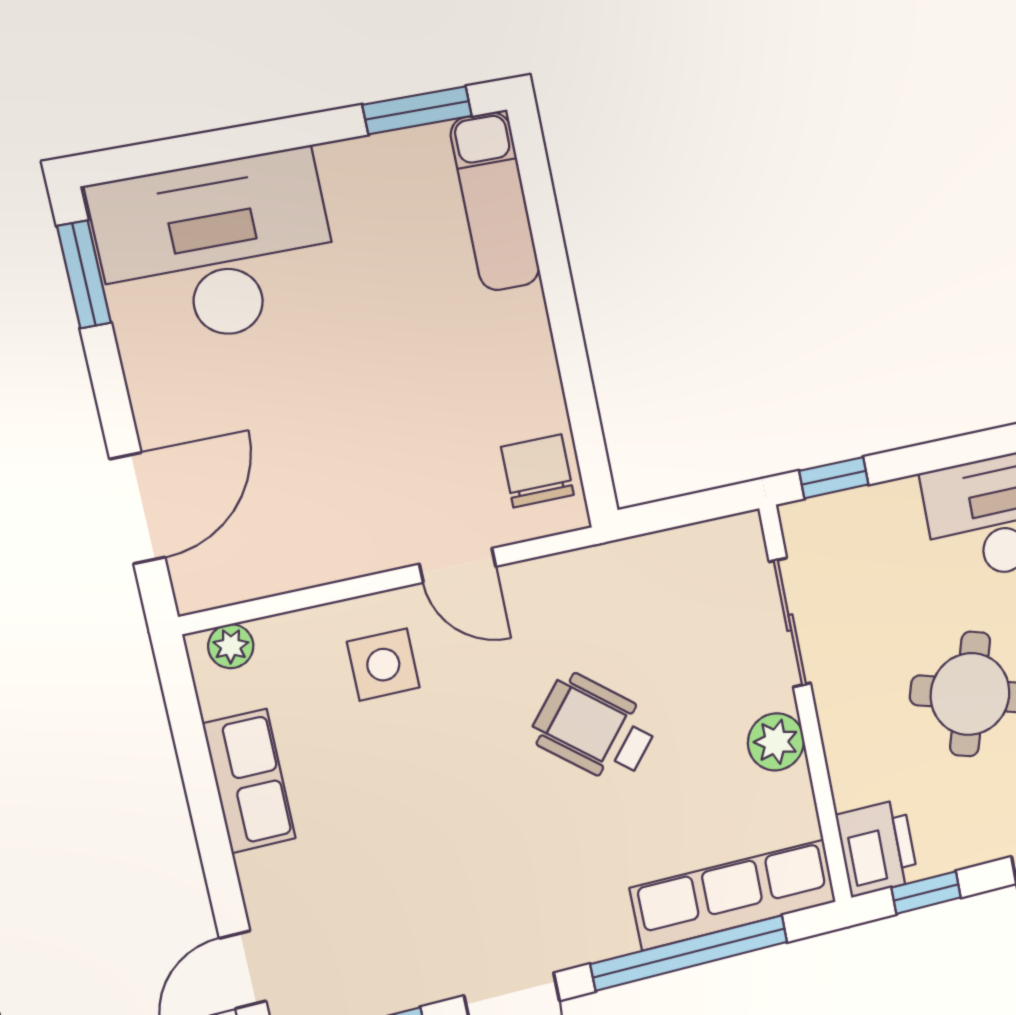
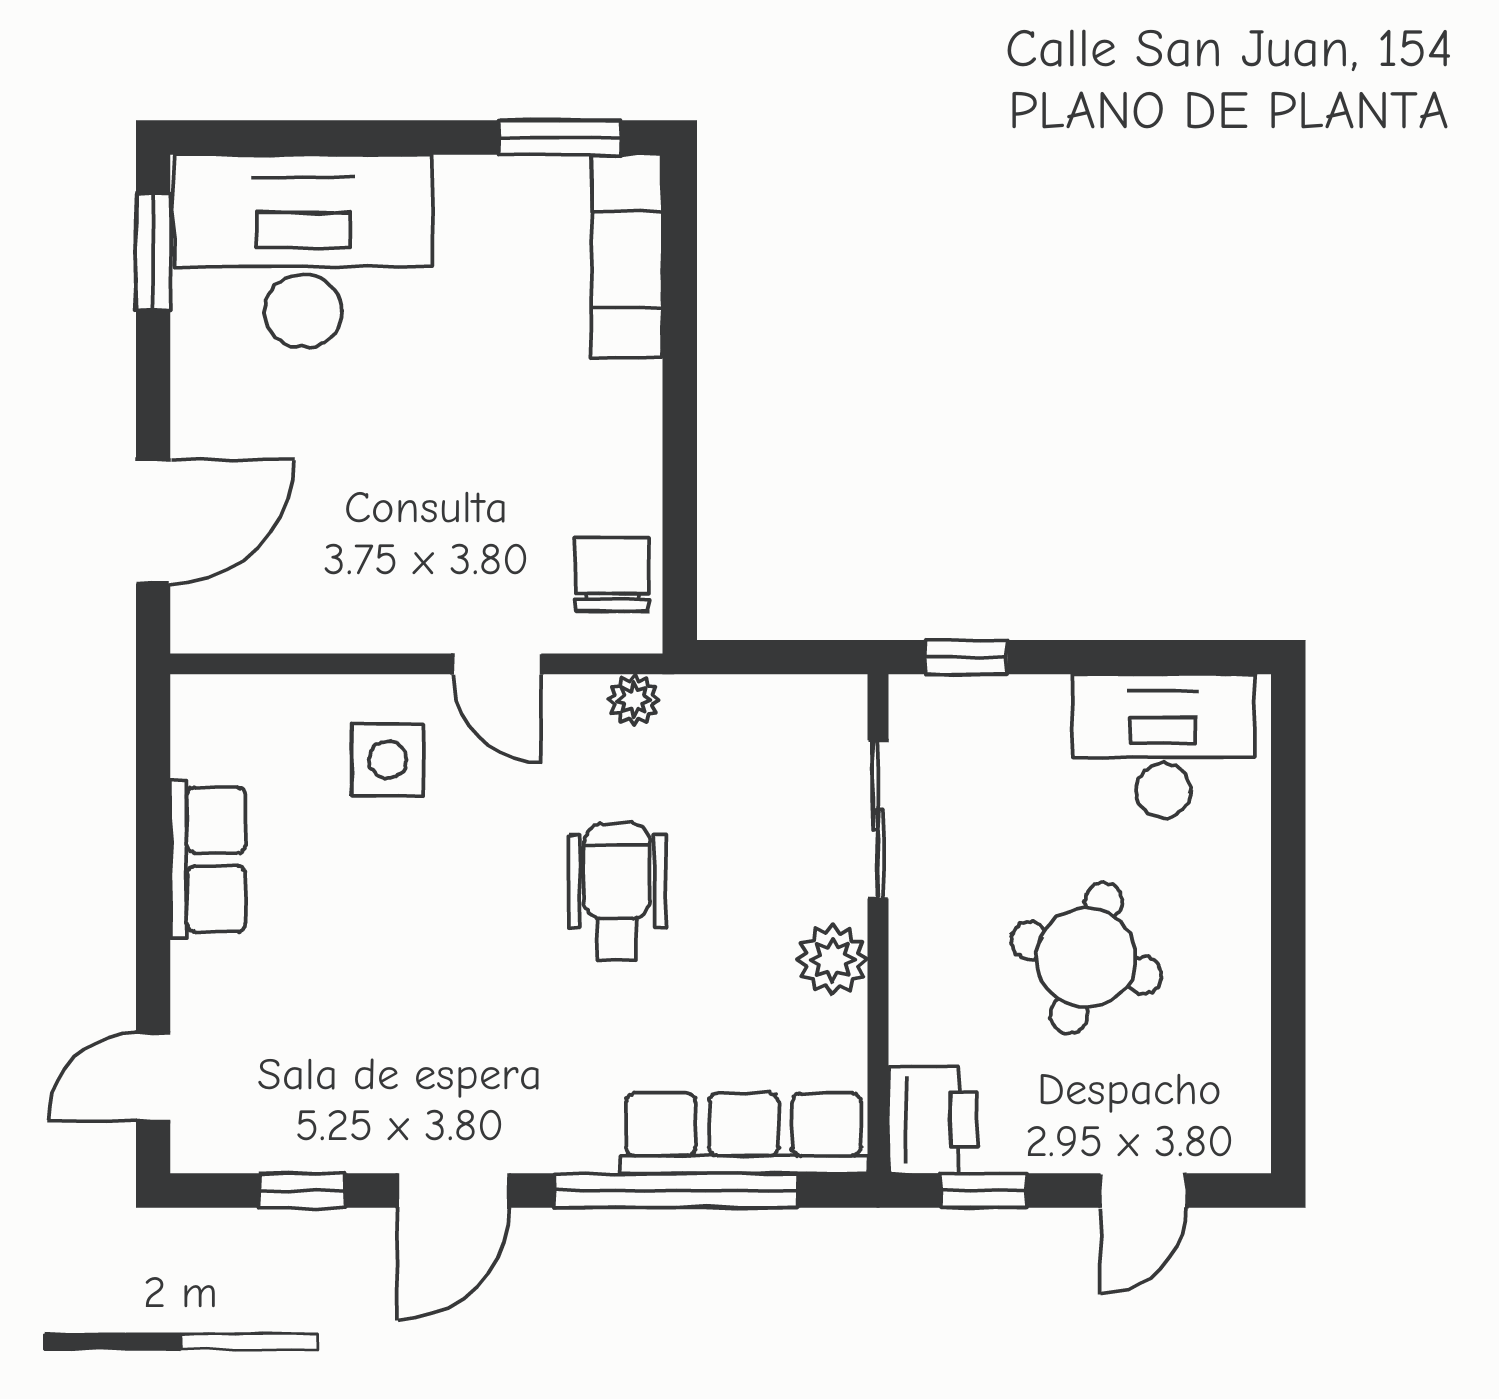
plant: (231, 646) -> (634, 700), moved
wheelchair: (594, 728) -> (617, 892), turned 50

